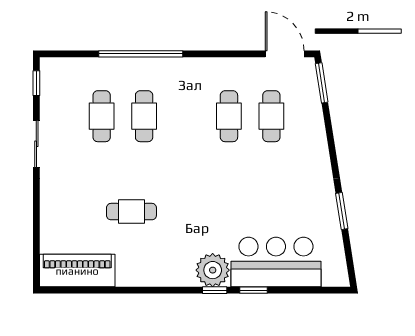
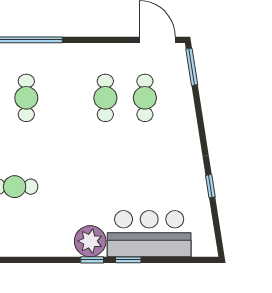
window: (342, 211) -> (210, 186), width x0.67

